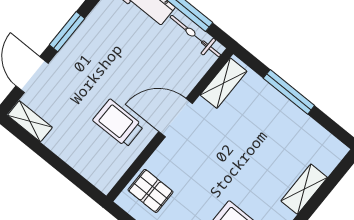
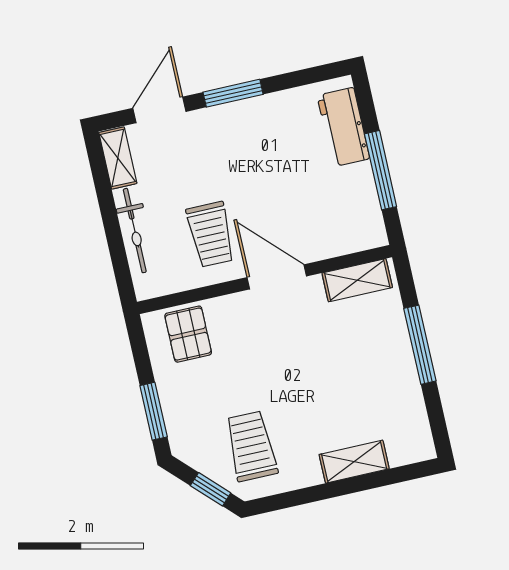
bicycle: (195, 36) -> (135, 231), moved, turned 180
trolley: (118, 123) -> (211, 234), turned 180

